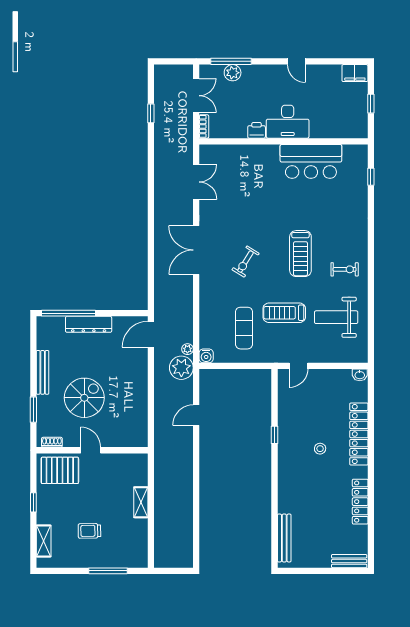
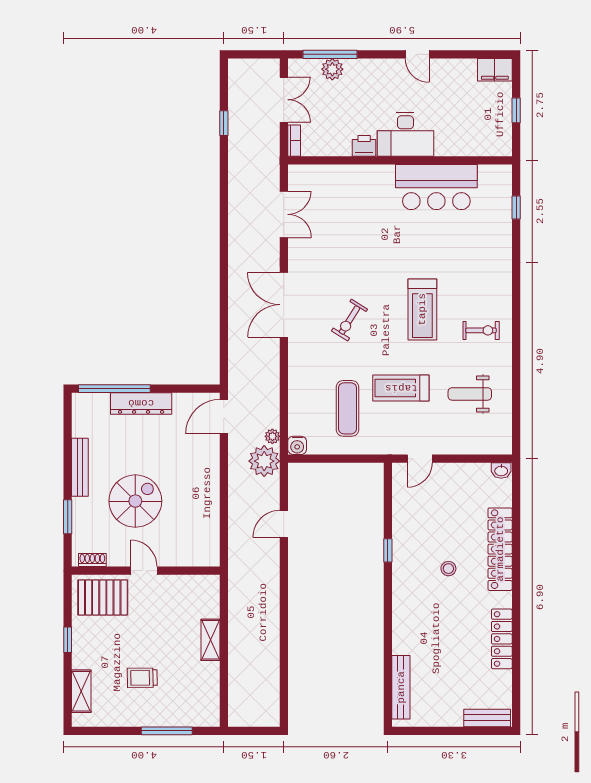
weight bench: (336, 317) -> (470, 394), width x0.73, depth x0.75

